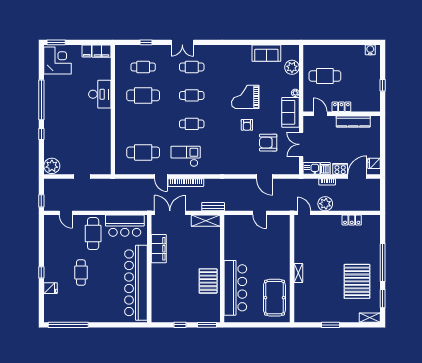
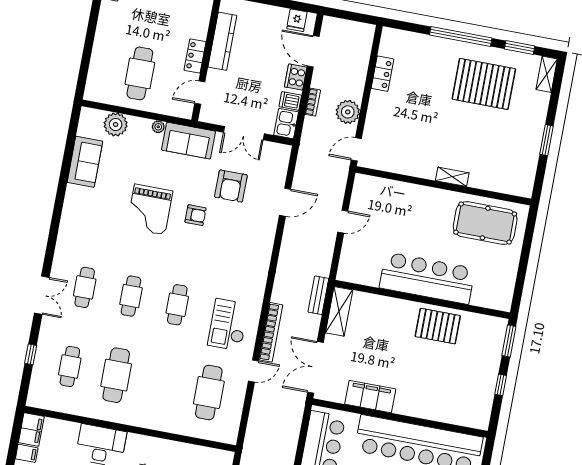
bar counter: (235, 288) -> (427, 278), moved

